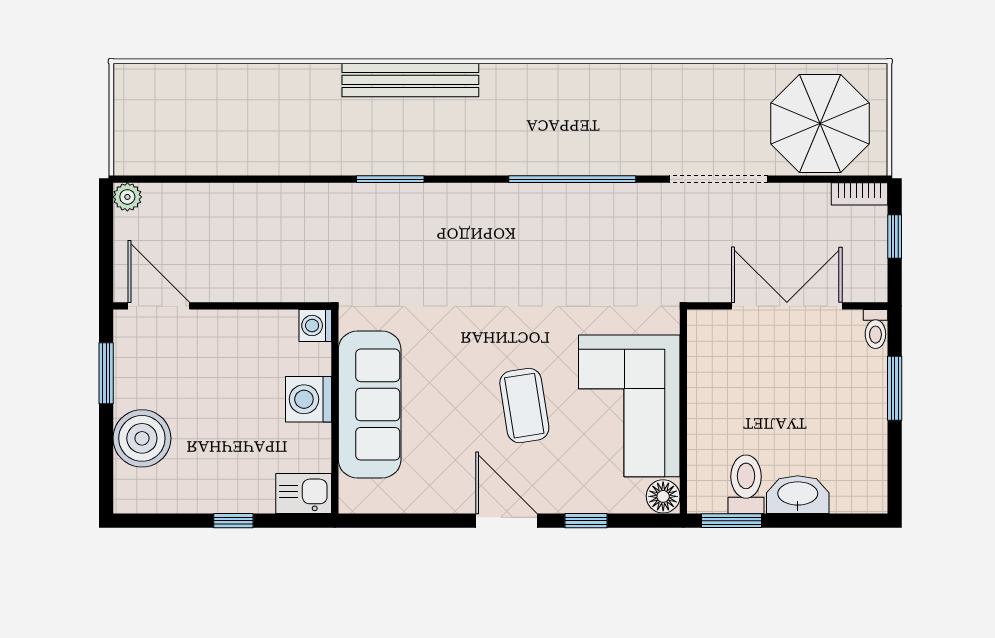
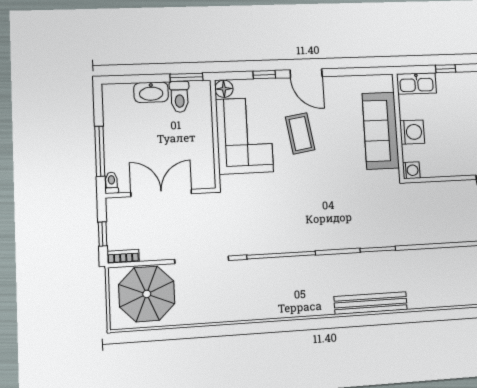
double door: (787, 306) -> (161, 193), swing flipped
window: (895, 388) -> (100, 151), width x1.44
kitchen sink: (304, 493) -> (416, 83), width x1.38

